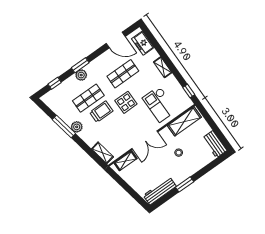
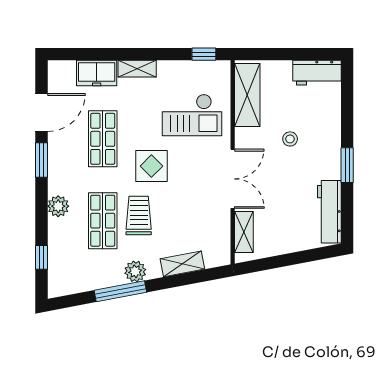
freezer: (143, 43) -> (97, 73), moved
window: (80, 65) -> (42, 160), moved
shelving: (102, 153) -> (182, 264), moved

